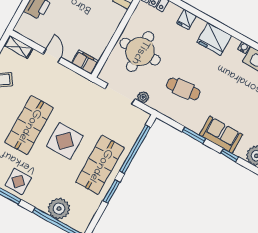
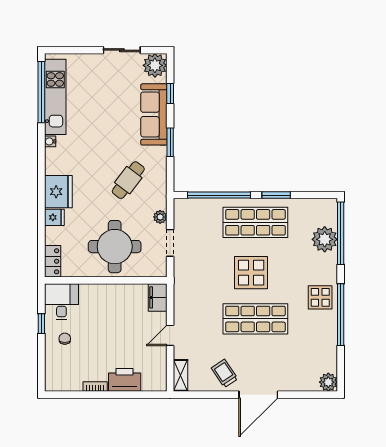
fridge: (214, 39) -> (58, 192), moved
cafe table: (183, 89) -> (128, 180), turned 43
doorway: (120, 94) -> (170, 243), width x0.73
sofa: (221, 135) -> (154, 114), width x1.36

